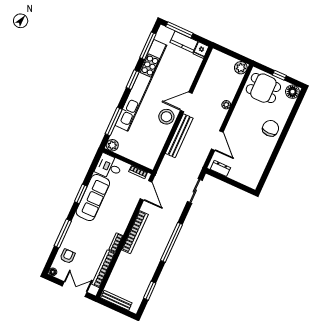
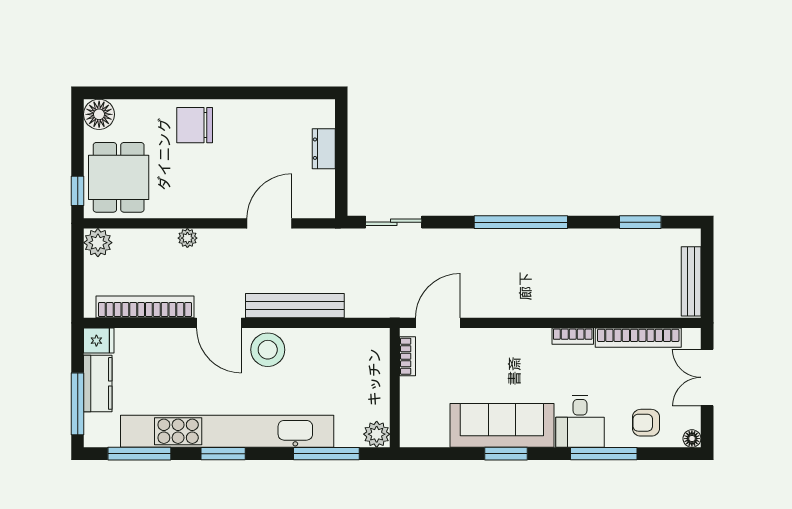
window: (279, 75) -> (78, 191), moved
desk: (109, 167) -> (580, 421), moved
dresser: (220, 168) -> (324, 149), moved
bookcase: (135, 232) -> (145, 307), moved

